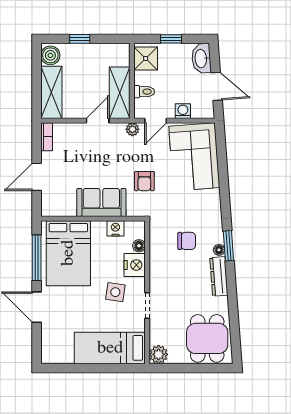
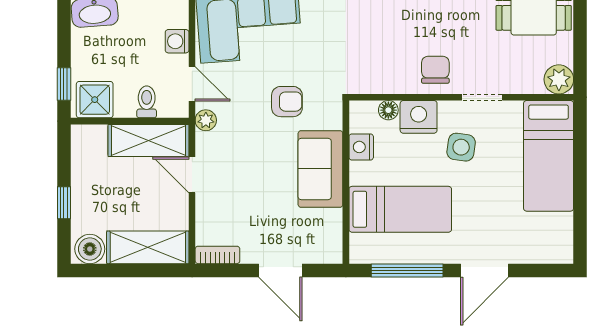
window: (171, 39) -> (64, 84), moved
chair: (187, 241) -> (435, 70), moved
bed: (68, 253) -> (400, 209), width x0.67

